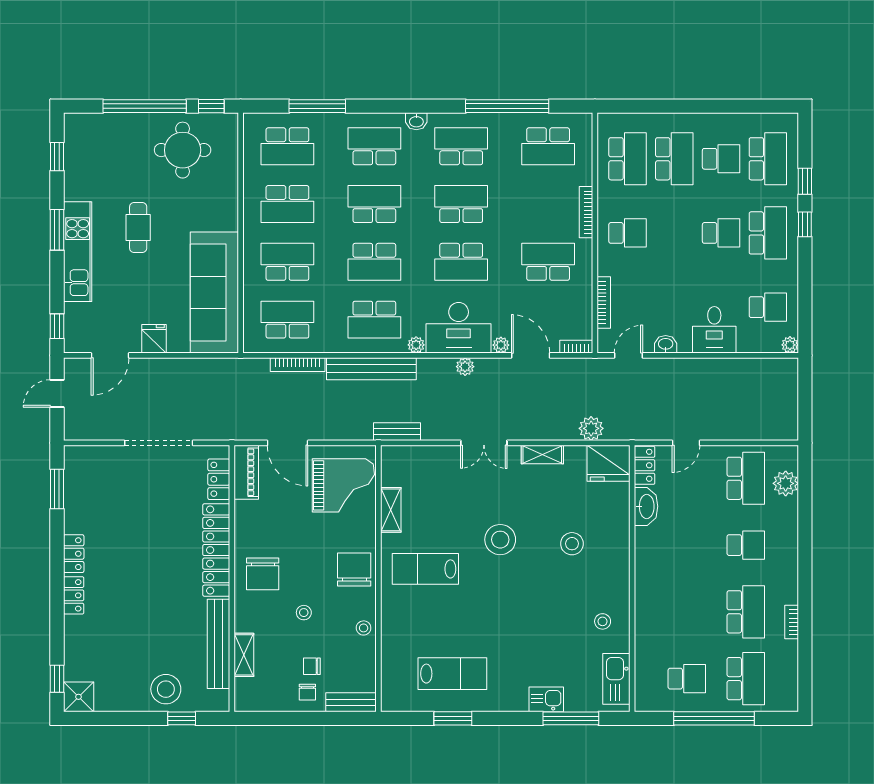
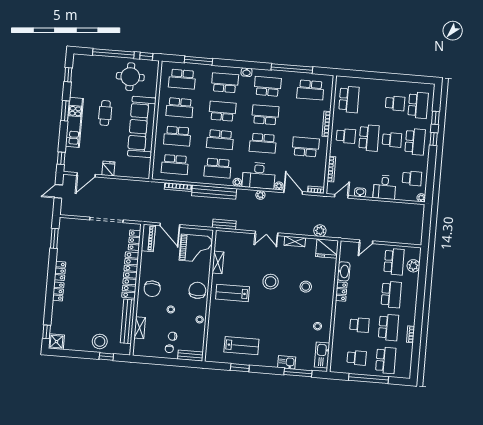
school desk: (674, 159) -> (369, 138), moved
school desk: (287, 262) -> (177, 136), turned 180
sofa: (214, 293) -> (142, 127), moved
school desk: (287, 320) -> (175, 165), turned 180
locker: (644, 465) -> (341, 292), moved
school desk: (746, 545) -> (391, 294), width x1.85
school desk: (687, 612) -> (359, 325), added

